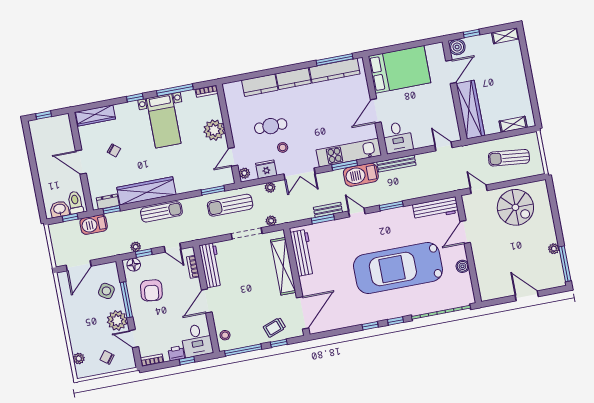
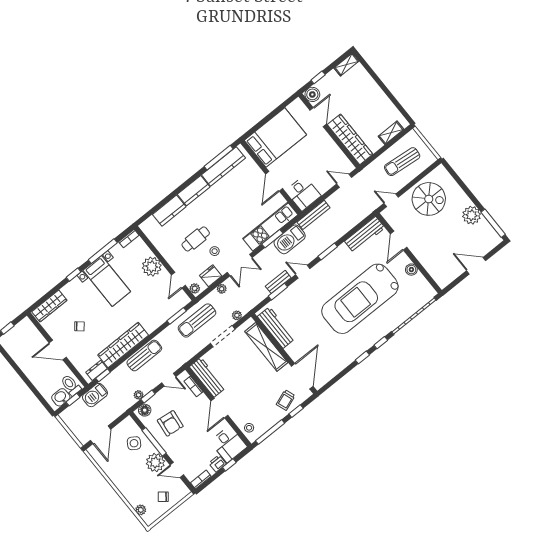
plant: (554, 249) -> (472, 215), width x1.87, depth x1.87

